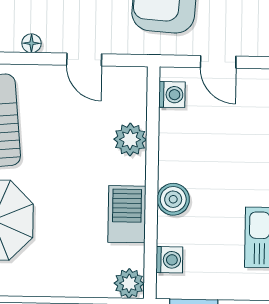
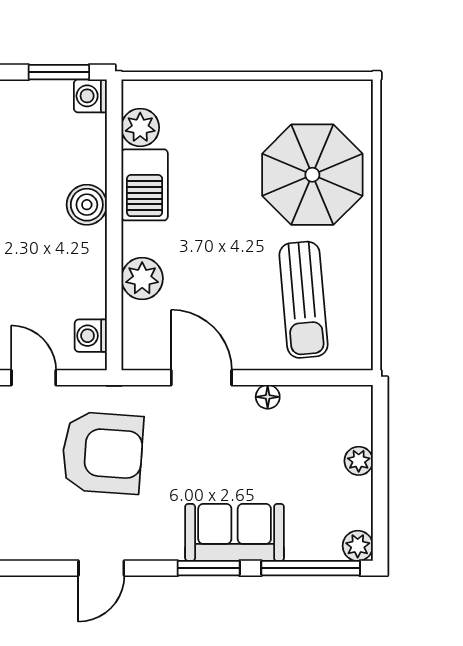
door: (84, 60) -> (201, 378), width x1.38
washing machine: (169, 260) -> (90, 96), moved
plant: (129, 283) -> (140, 127), moved

